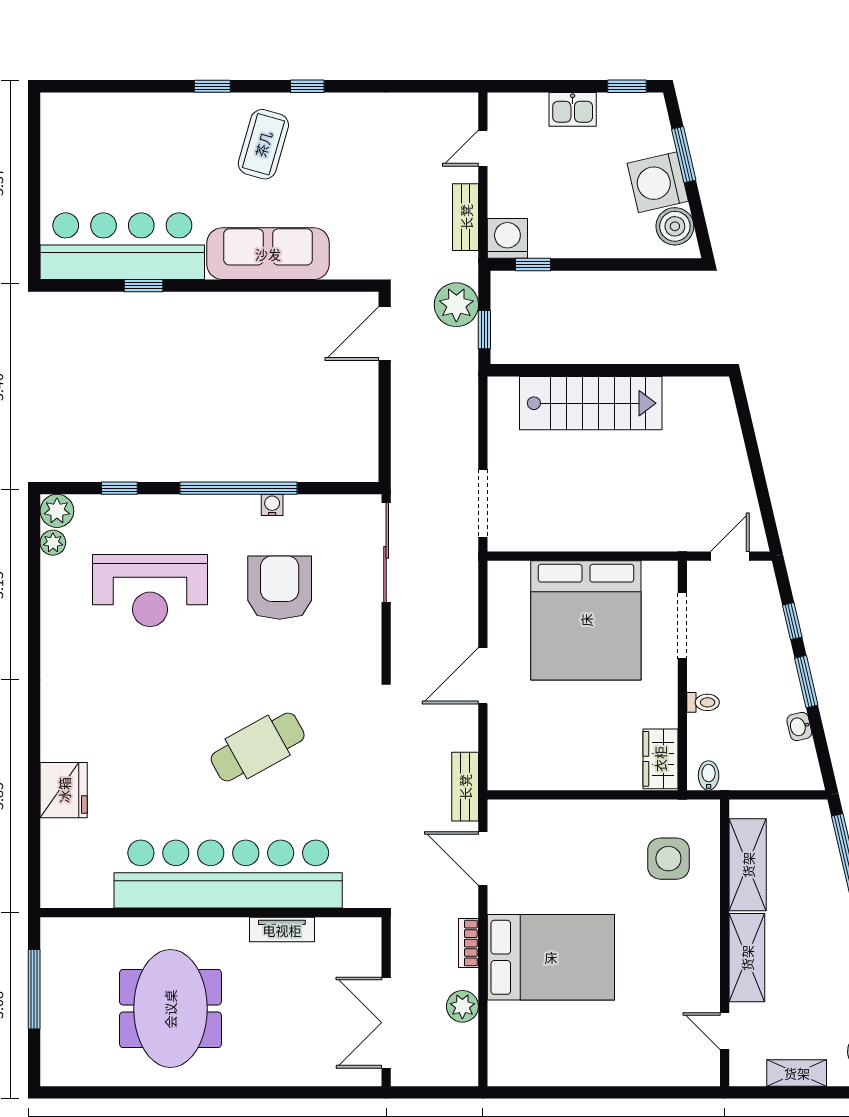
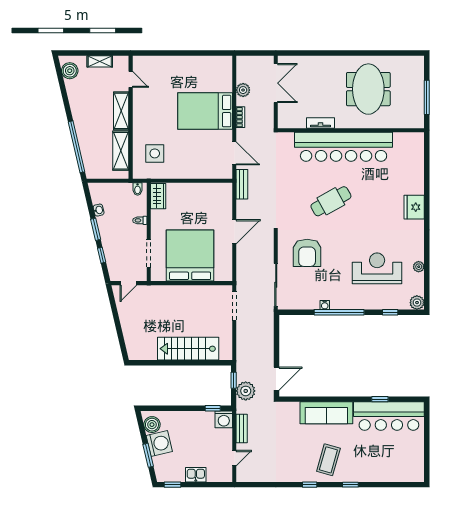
plant: (53, 543) -> (419, 267), moved
armchair: (280, 588) -> (307, 253), moved
fridge: (64, 790) -> (414, 207), moved

